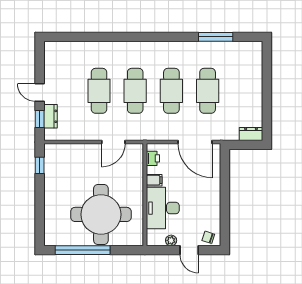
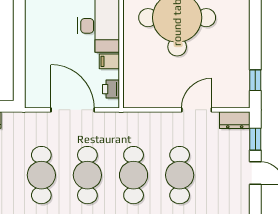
dresser: (51, 116) -> (235, 120), moved, turned -90
door: (113, 142) -> (197, 110), moved
door: (195, 142) -> (73, 110), moved

